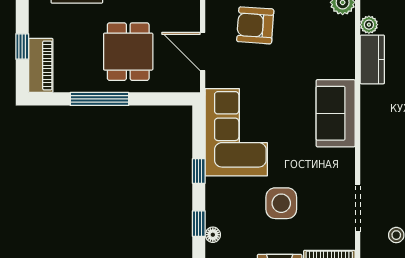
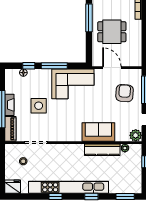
door: (203, 51) -> (112, 68), hinge flipped
kitchen counter: (372, 59) -> (102, 150), width x1.50
sofa: (336, 113) -> (98, 132), moved
window: (199, 171) -> (54, 66), width x2.17

